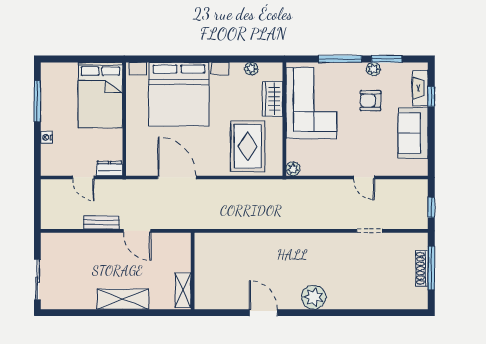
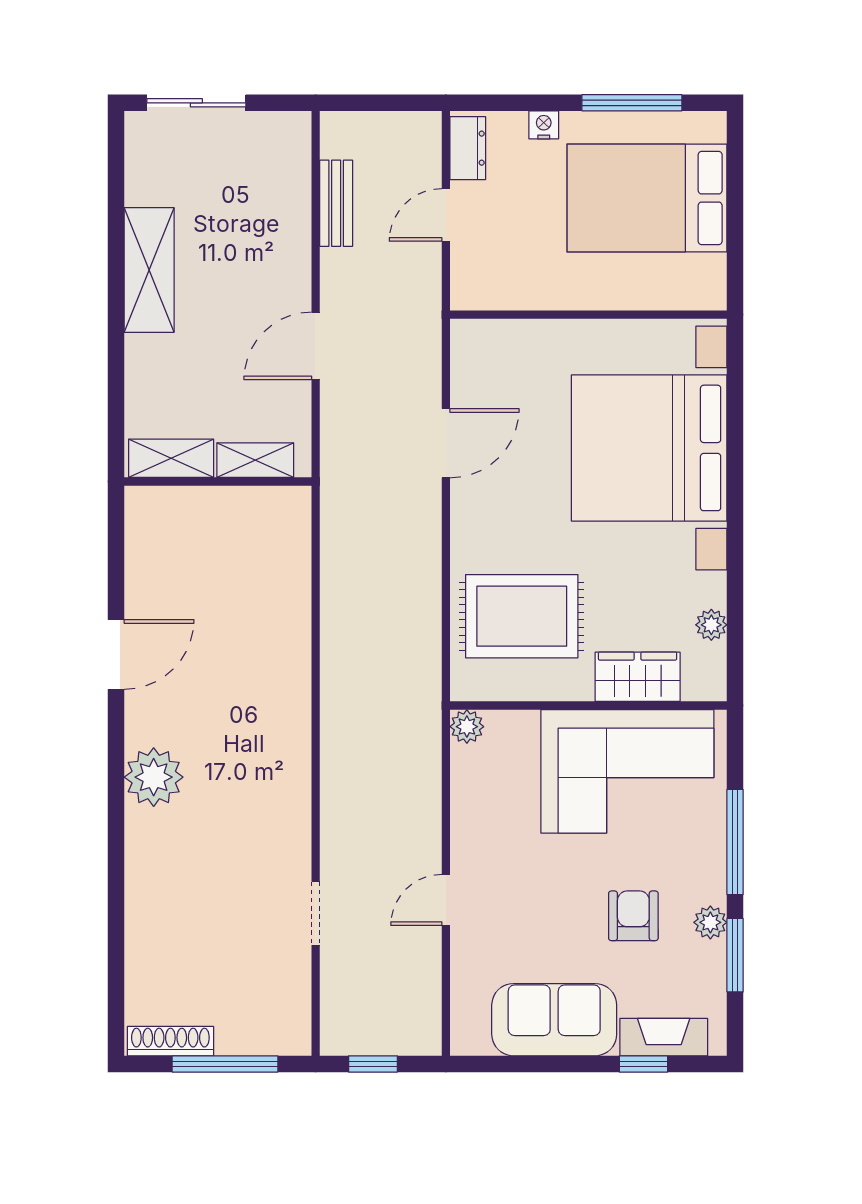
bed: (100, 95) -> (647, 198), moved
dresser: (110, 168) -> (468, 148), moved
door: (177, 177) -> (446, 443), width x0.73
bench: (101, 222) -> (336, 203), moved
shelving: (184, 256) -> (255, 460), added
shoe rack: (422, 268) -> (170, 1041), moved
shelving: (123, 299) -> (149, 270), moved

